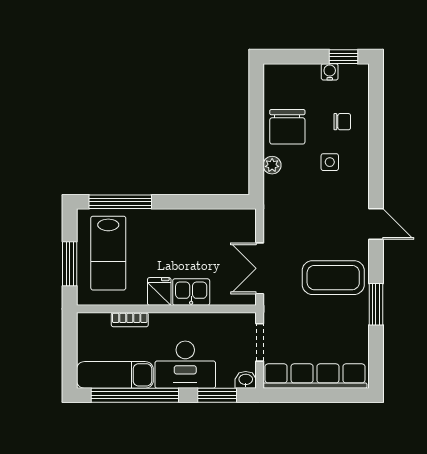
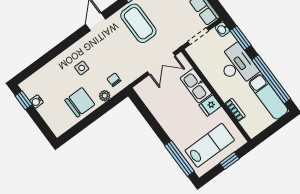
chair: (342, 122) -> (114, 80), moved
window: (70, 264) -> (229, 161), width x0.67
kitchen sink: (191, 292) -> (196, 86), width x1.38

